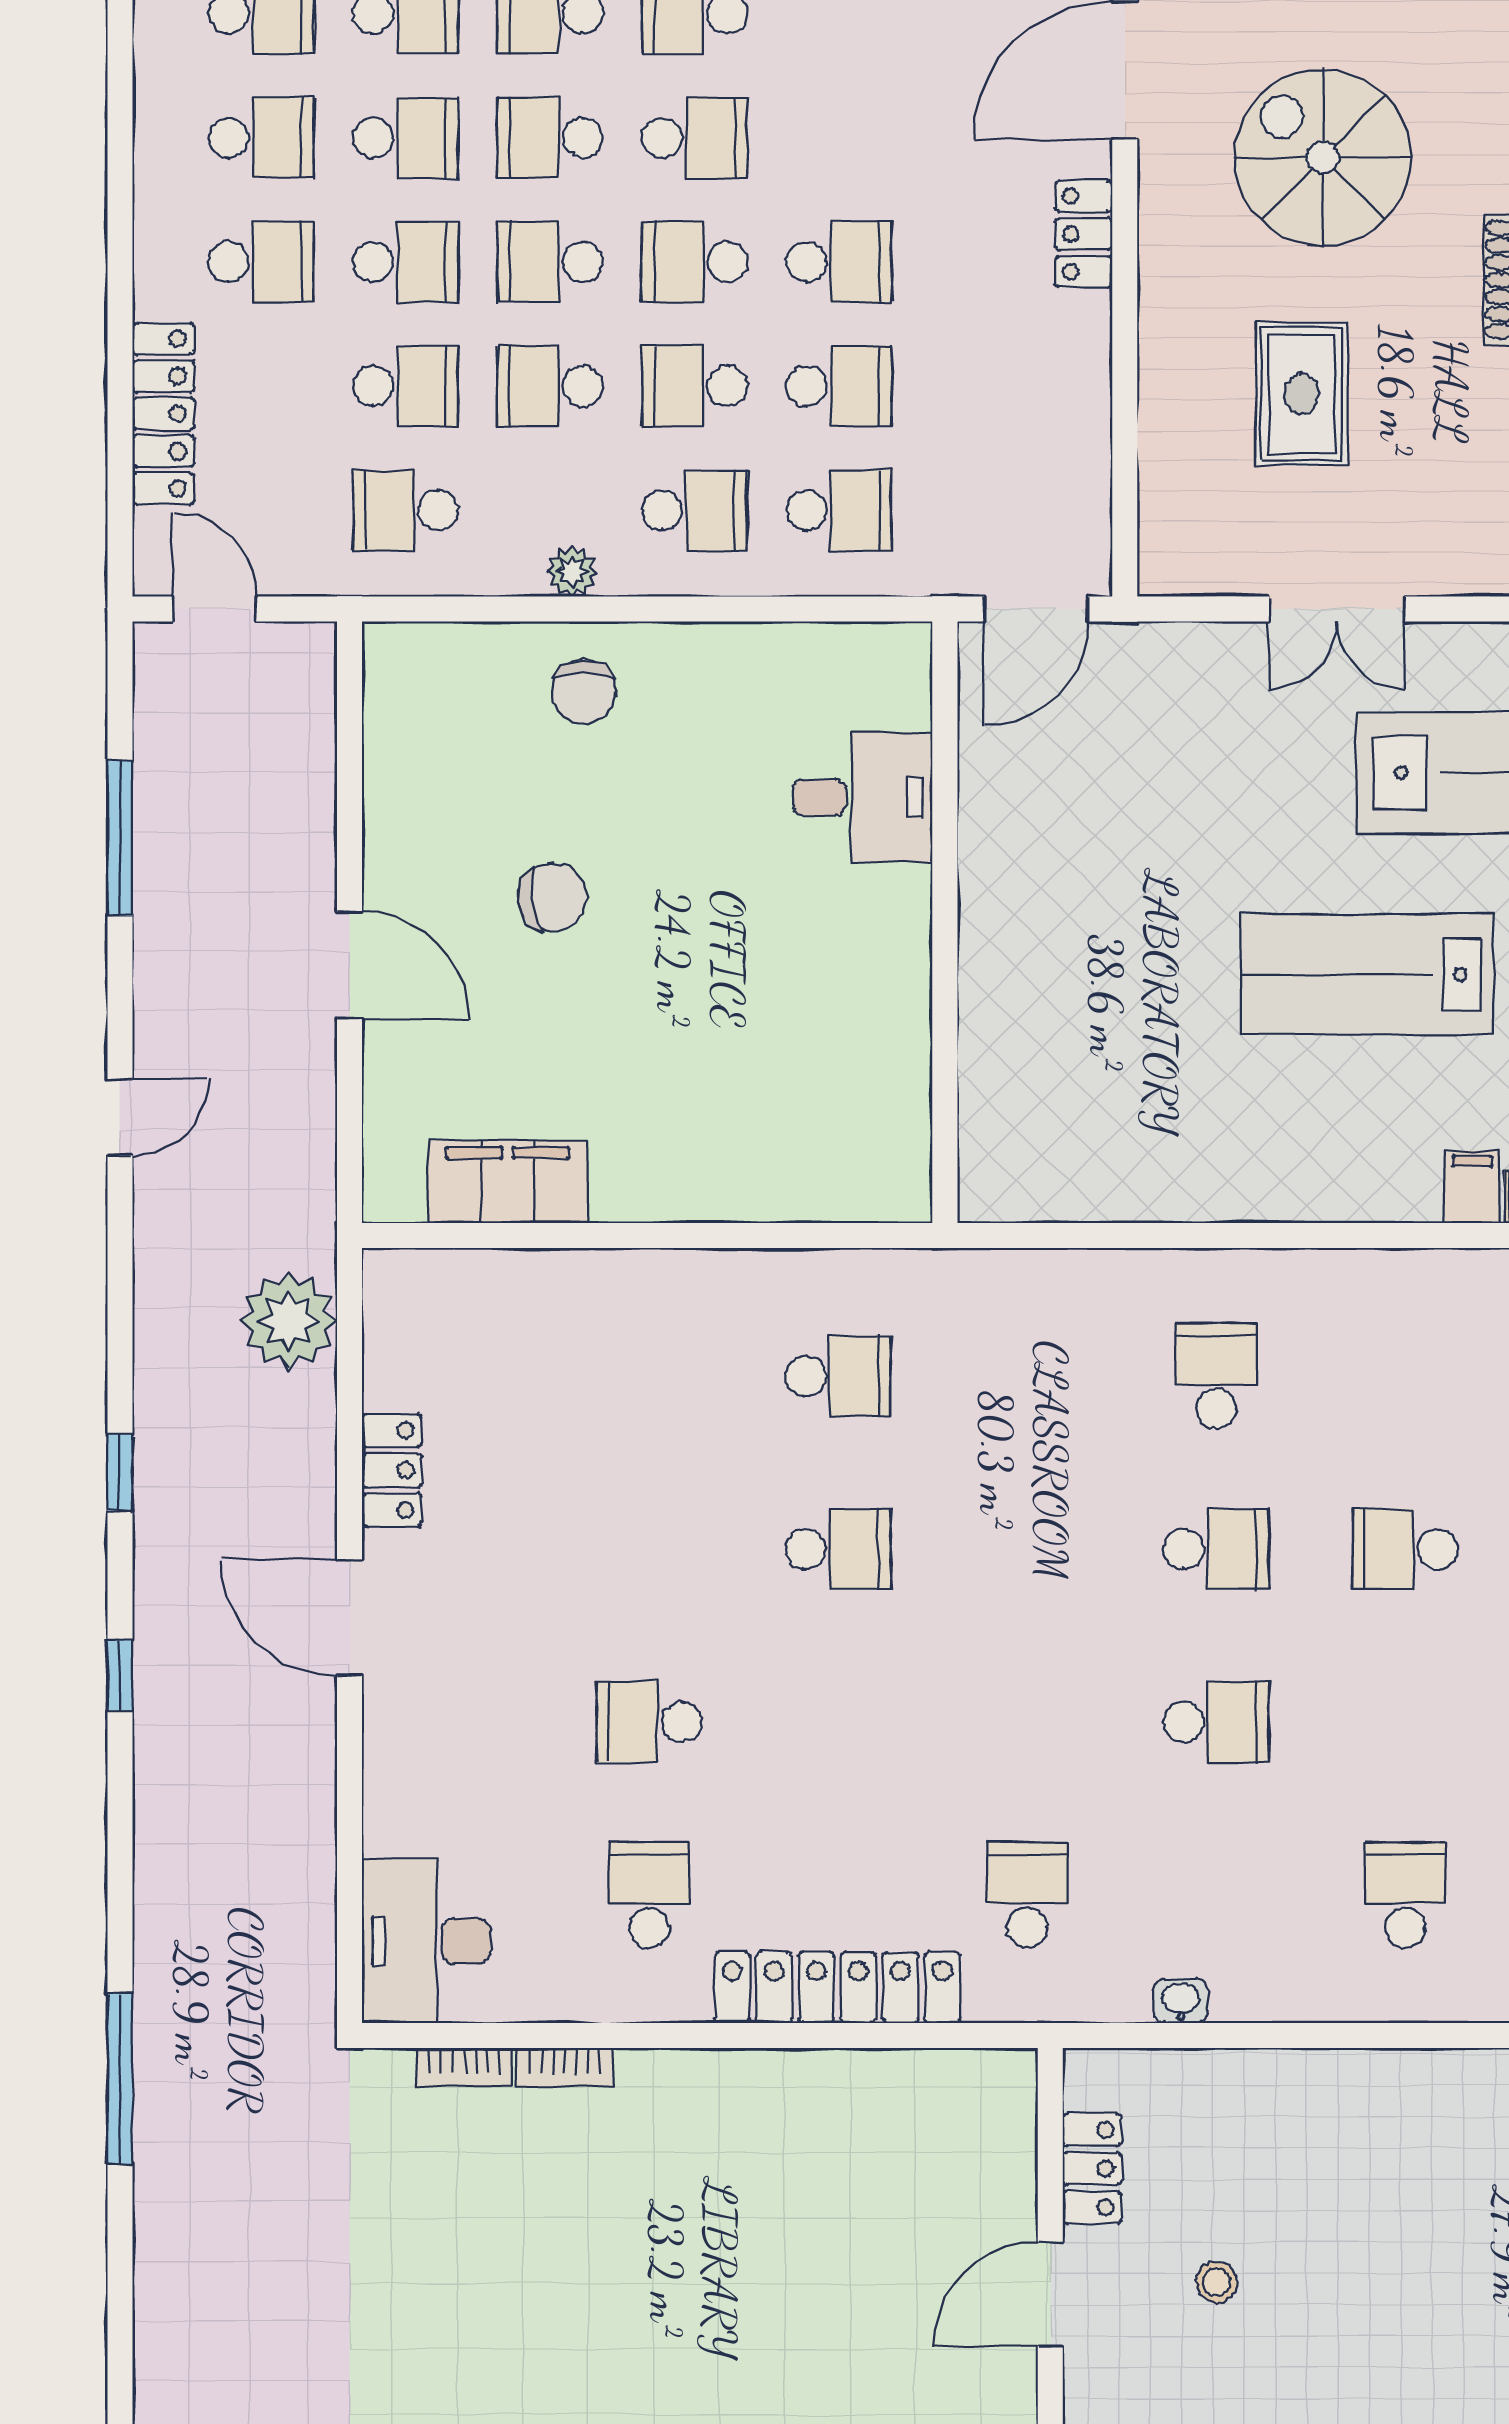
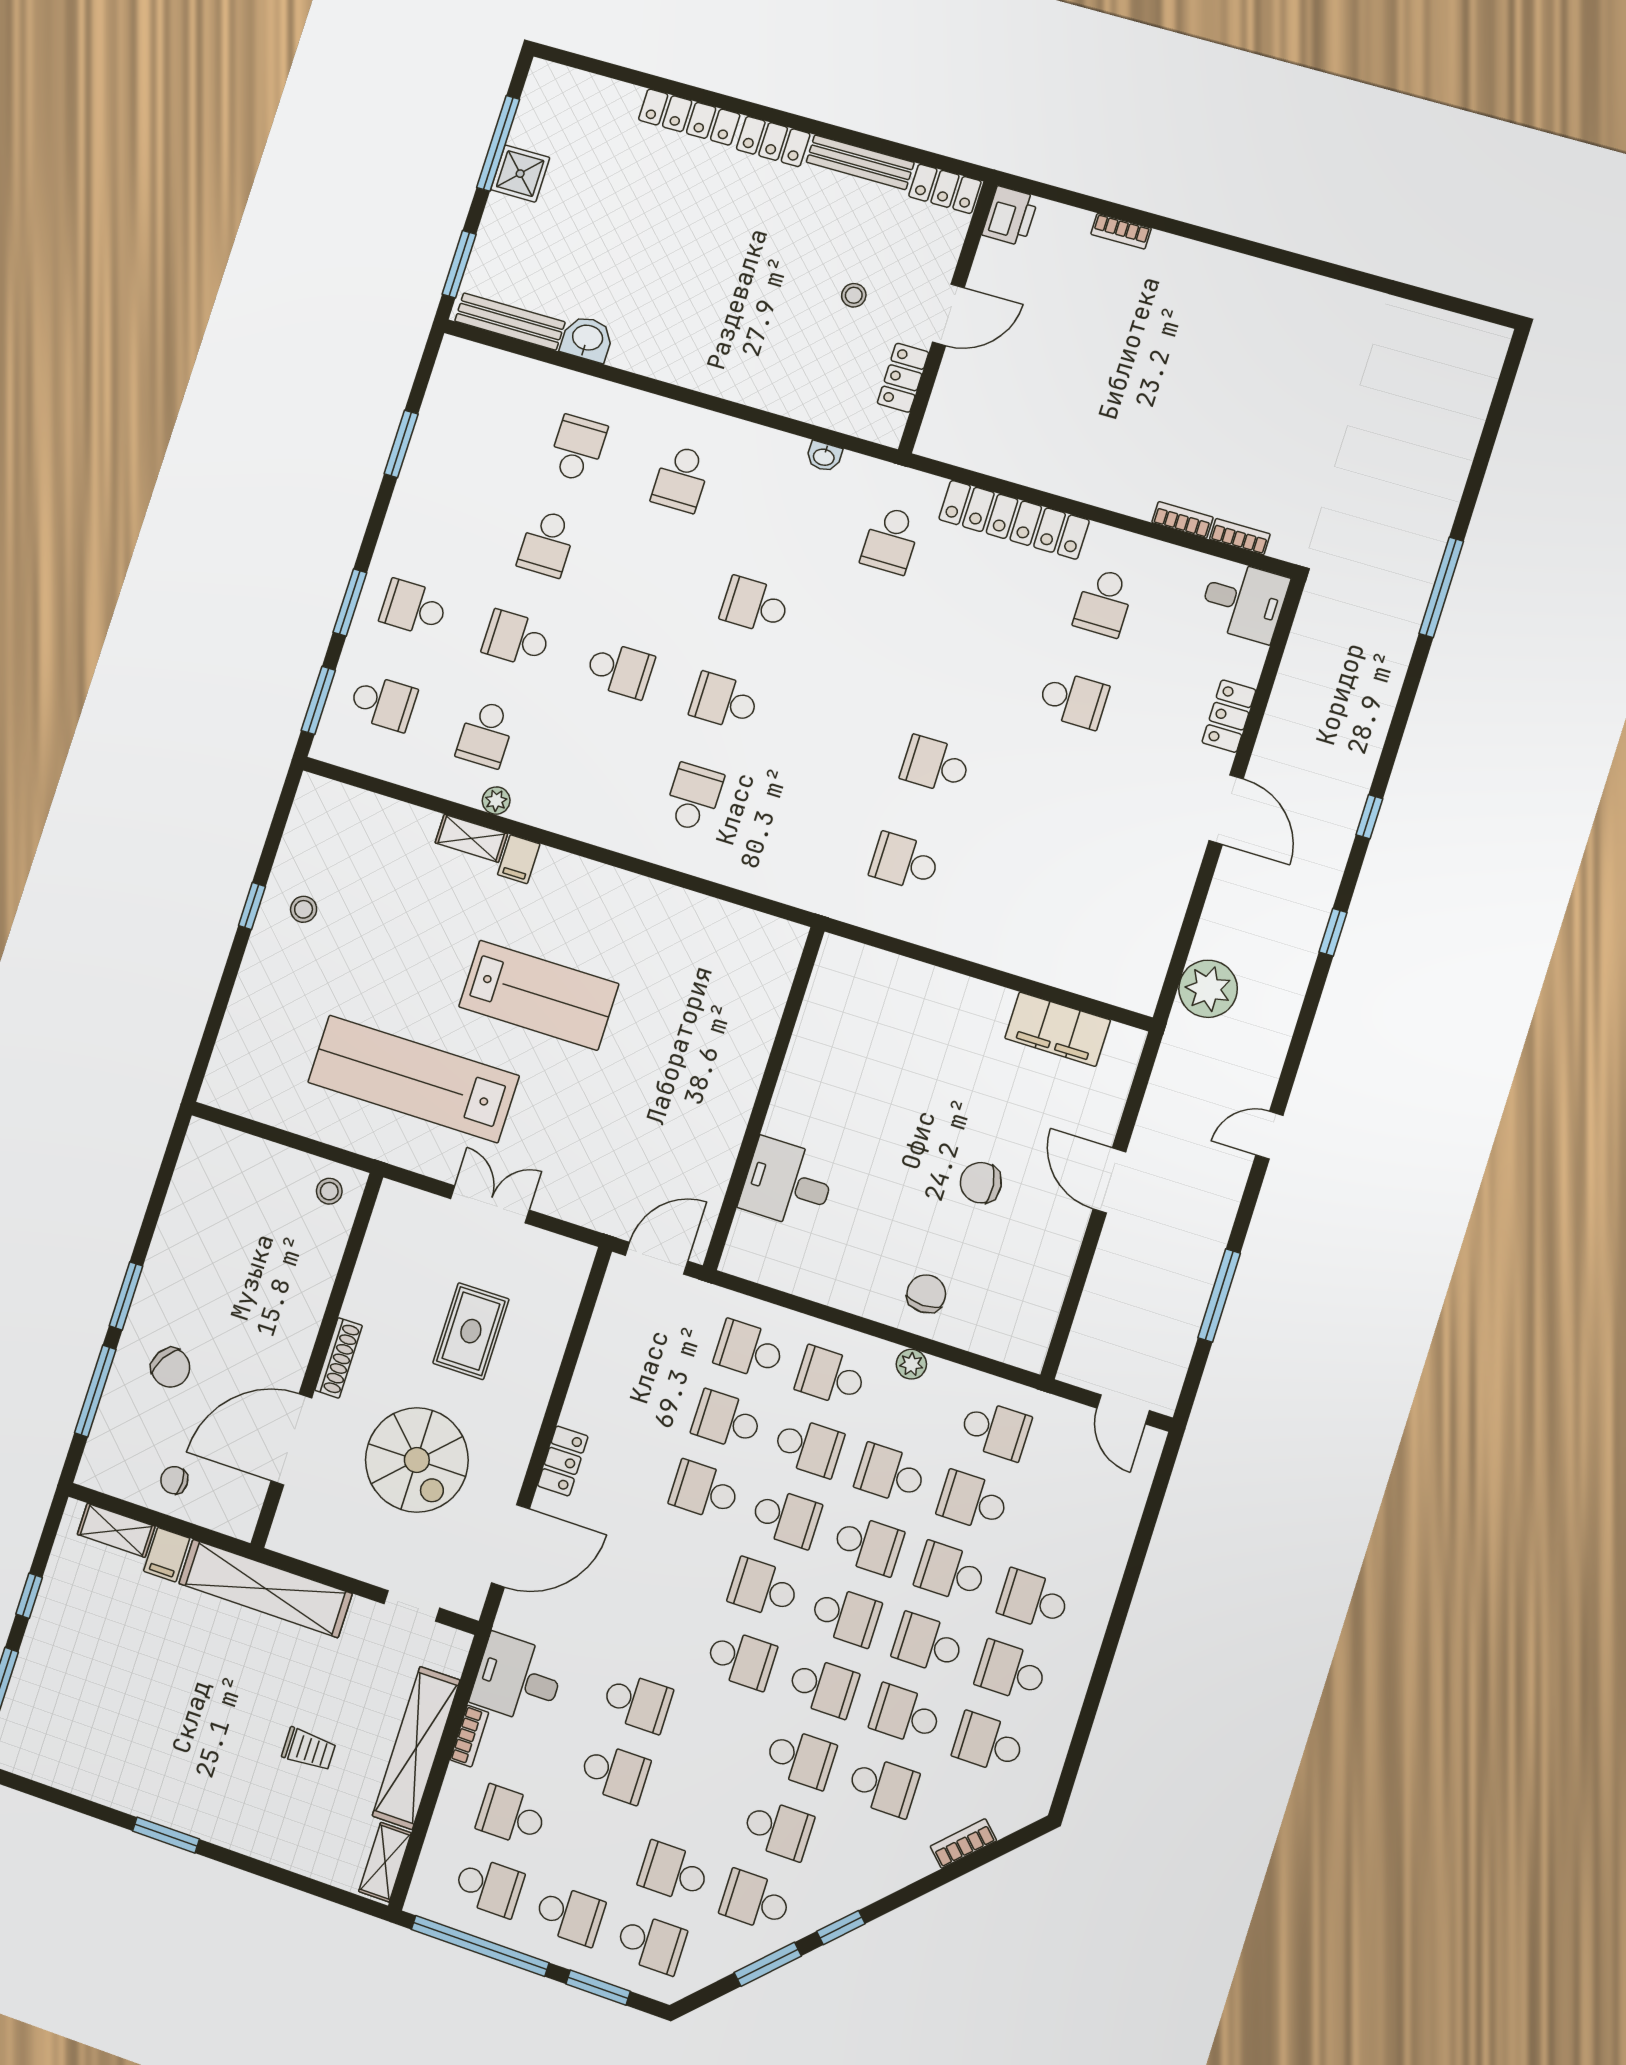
school desk: (550, 386) -> (890, 1474), turned 180
locker: (163, 414) -> (1117, 1531), removed
school desk: (1216, 1376) -> (693, 797), turned 180
locker: (392, 1470) -> (1229, 716), moved
desk: (426, 1941) -> (1244, 601), width x0.73

